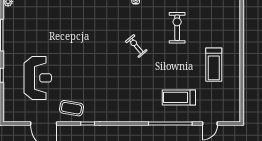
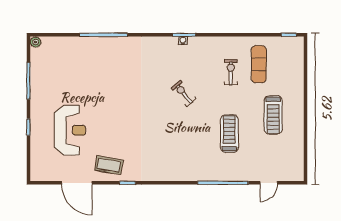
exercise mat: (201, 21) -> (259, 64), added
exercise bike: (177, 28) -> (231, 72), width x0.73, depth x0.72
treadmill: (179, 97) -> (229, 134), moved, turned 90

